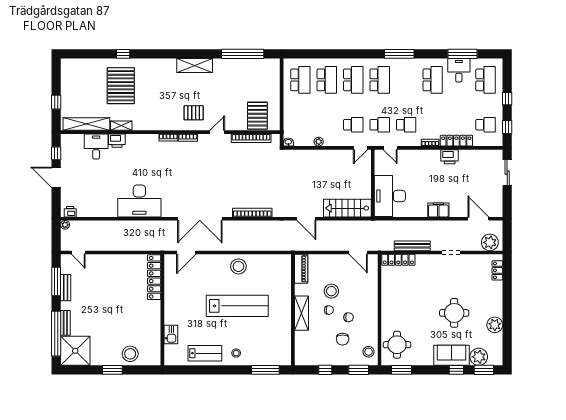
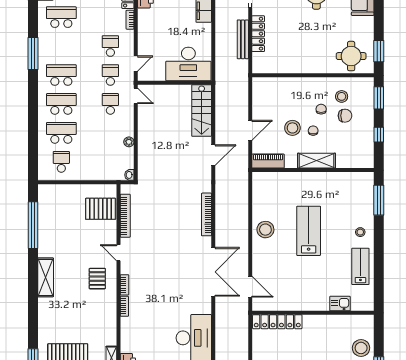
school desk: (300, 80) -> (61, 162), width x0.54
door: (358, 252) -> (250, 130), moved
locker: (398, 260) -> (258, 34), moved
lab bench: (237, 306) -> (309, 231), width x0.73
stool: (369, 352) -> (342, 96), moved

